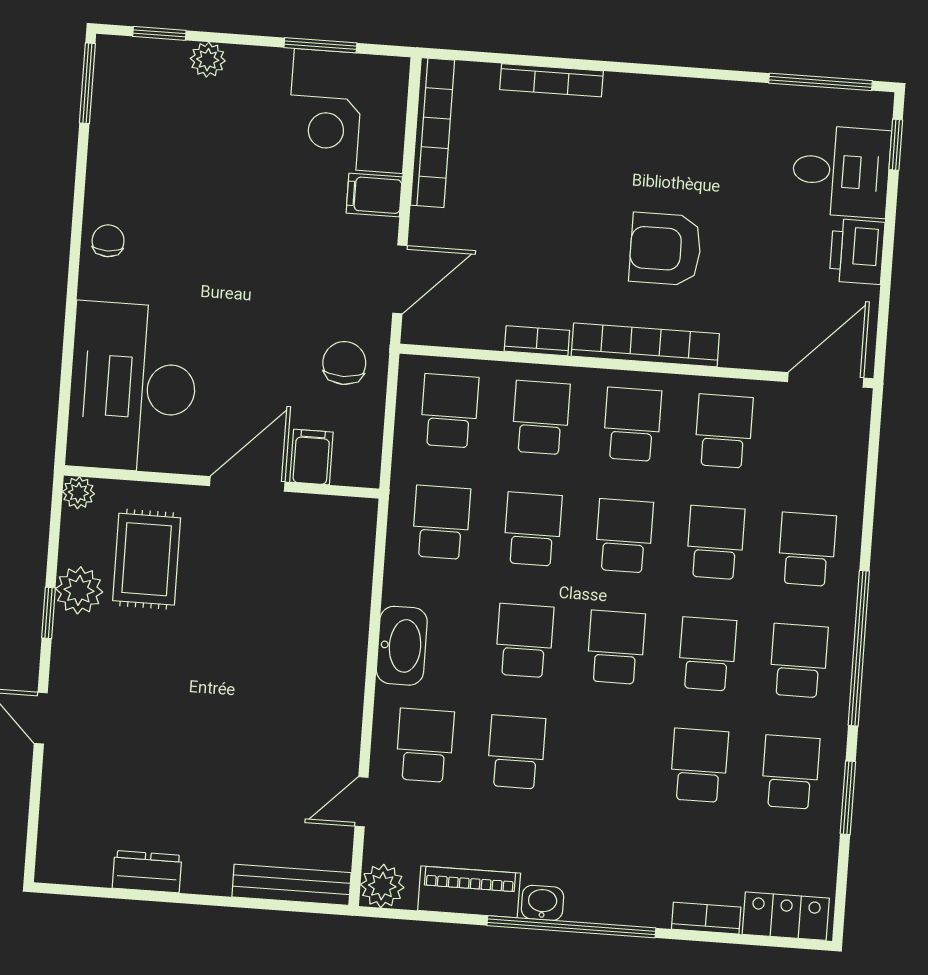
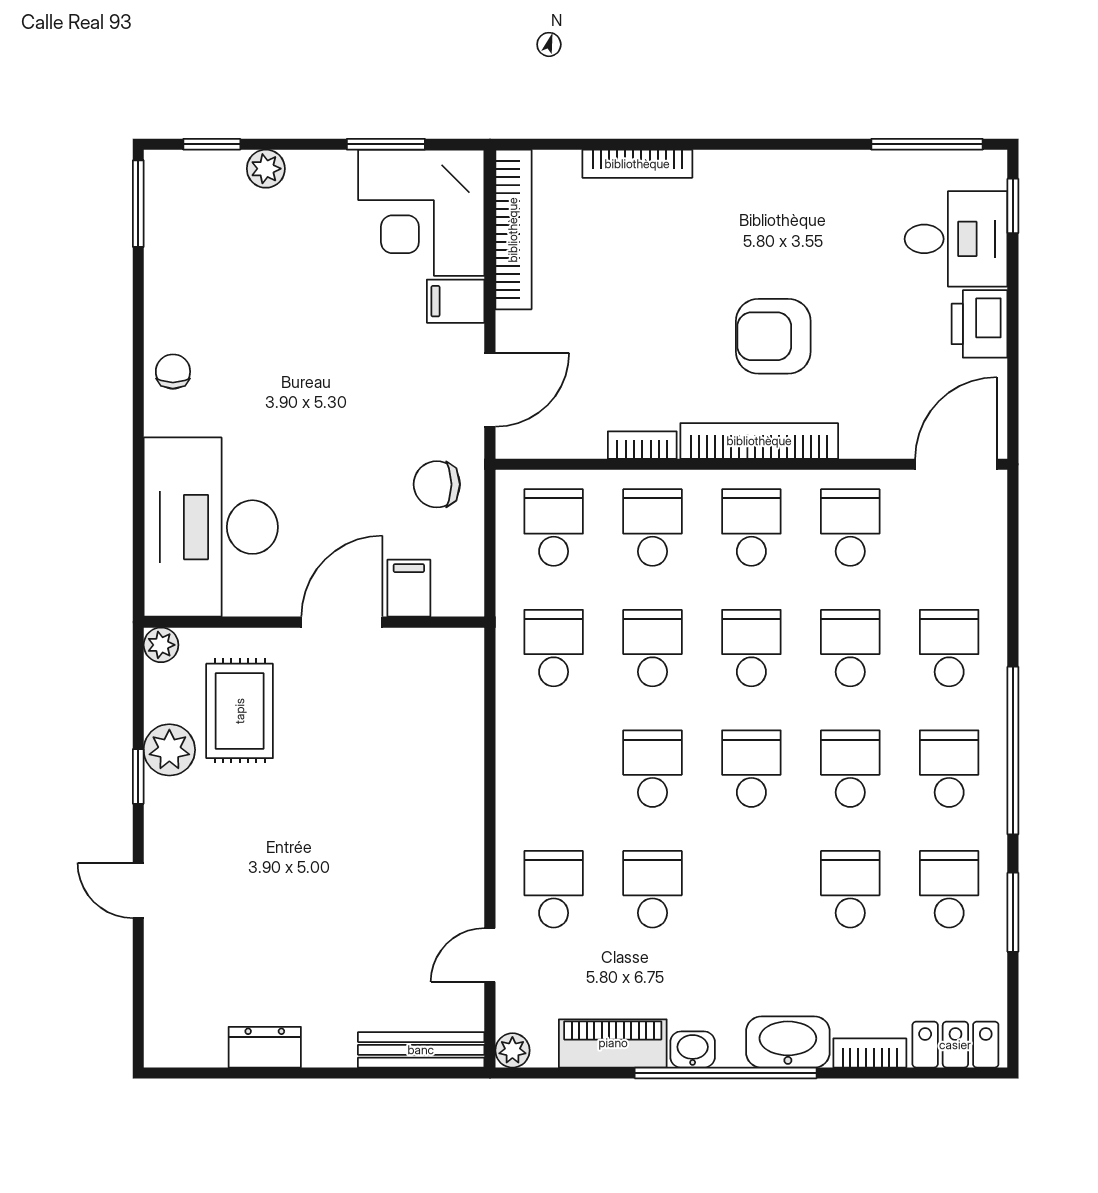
chair: (344, 363) -> (437, 484), turned -90
washbasin: (402, 646) -> (788, 1042), moved, turned -90
plant: (382, 886) -> (512, 1050), width x0.73, depth x0.73

